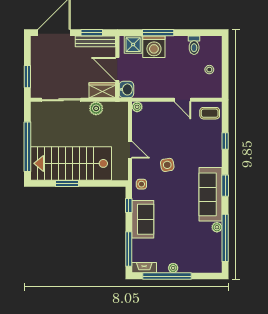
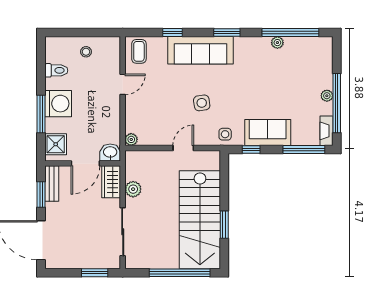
bench: (95, 41) -> (52, 184), width x0.73
washing machine: (154, 47) -> (58, 104), moved
sofa: (211, 194) -> (200, 50), moved

